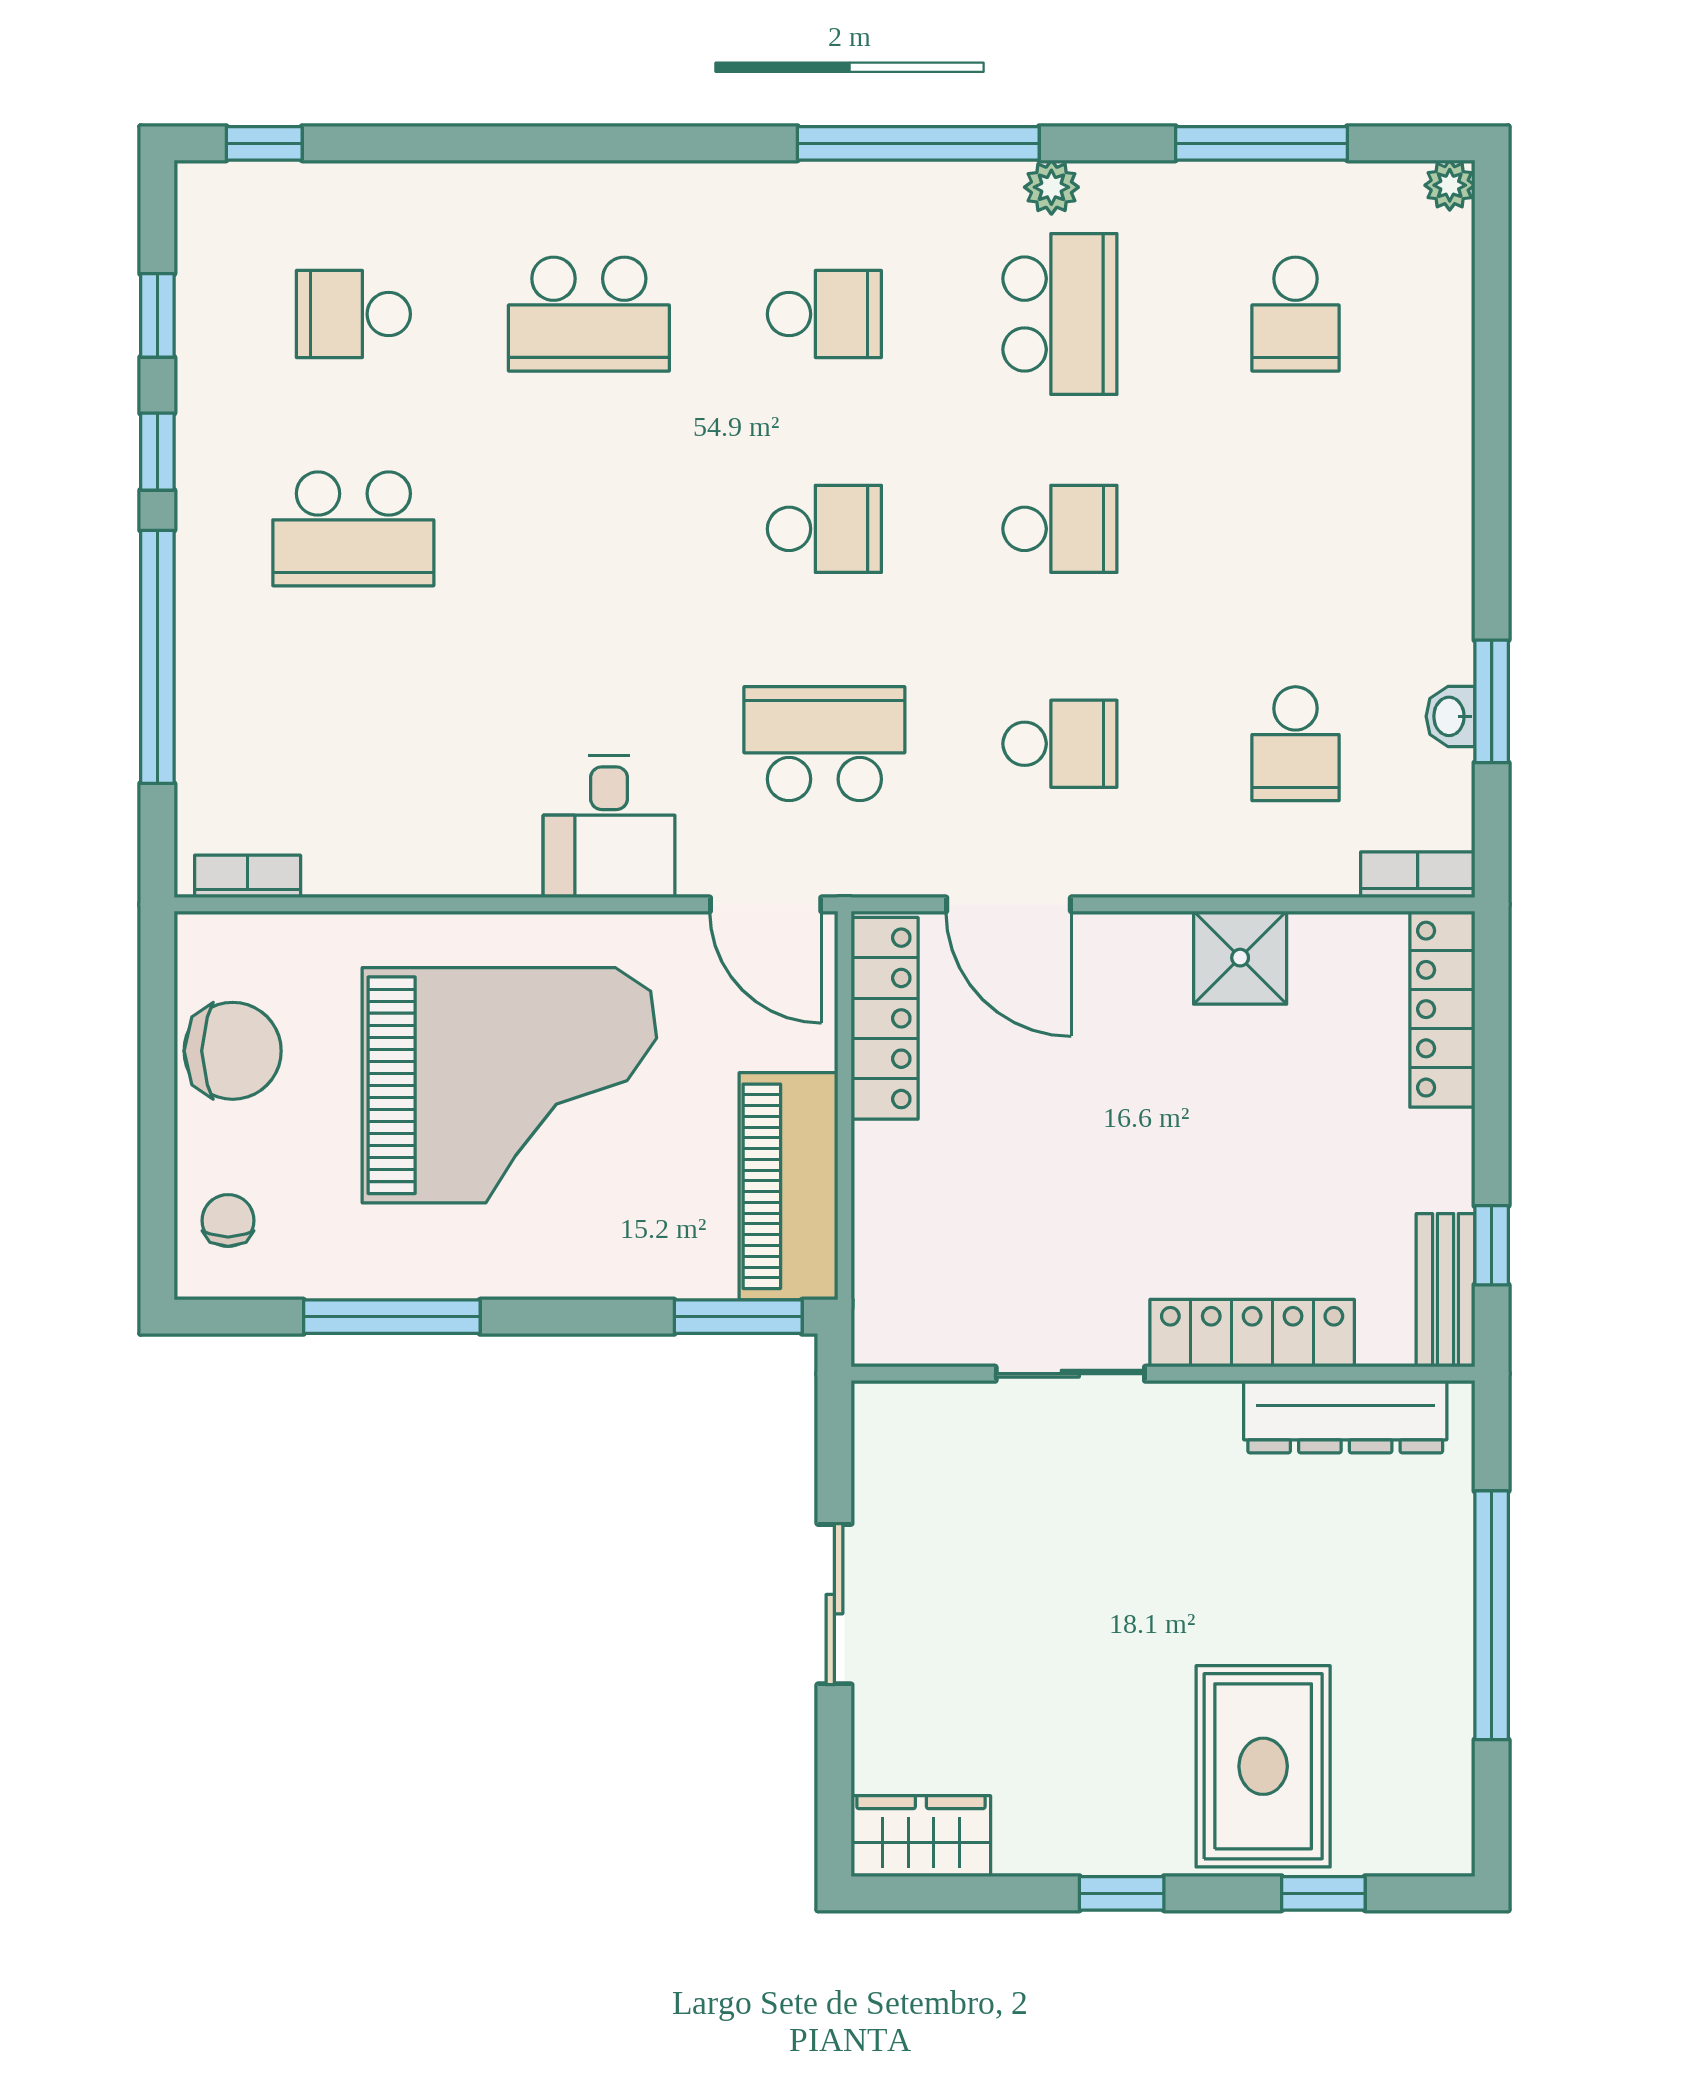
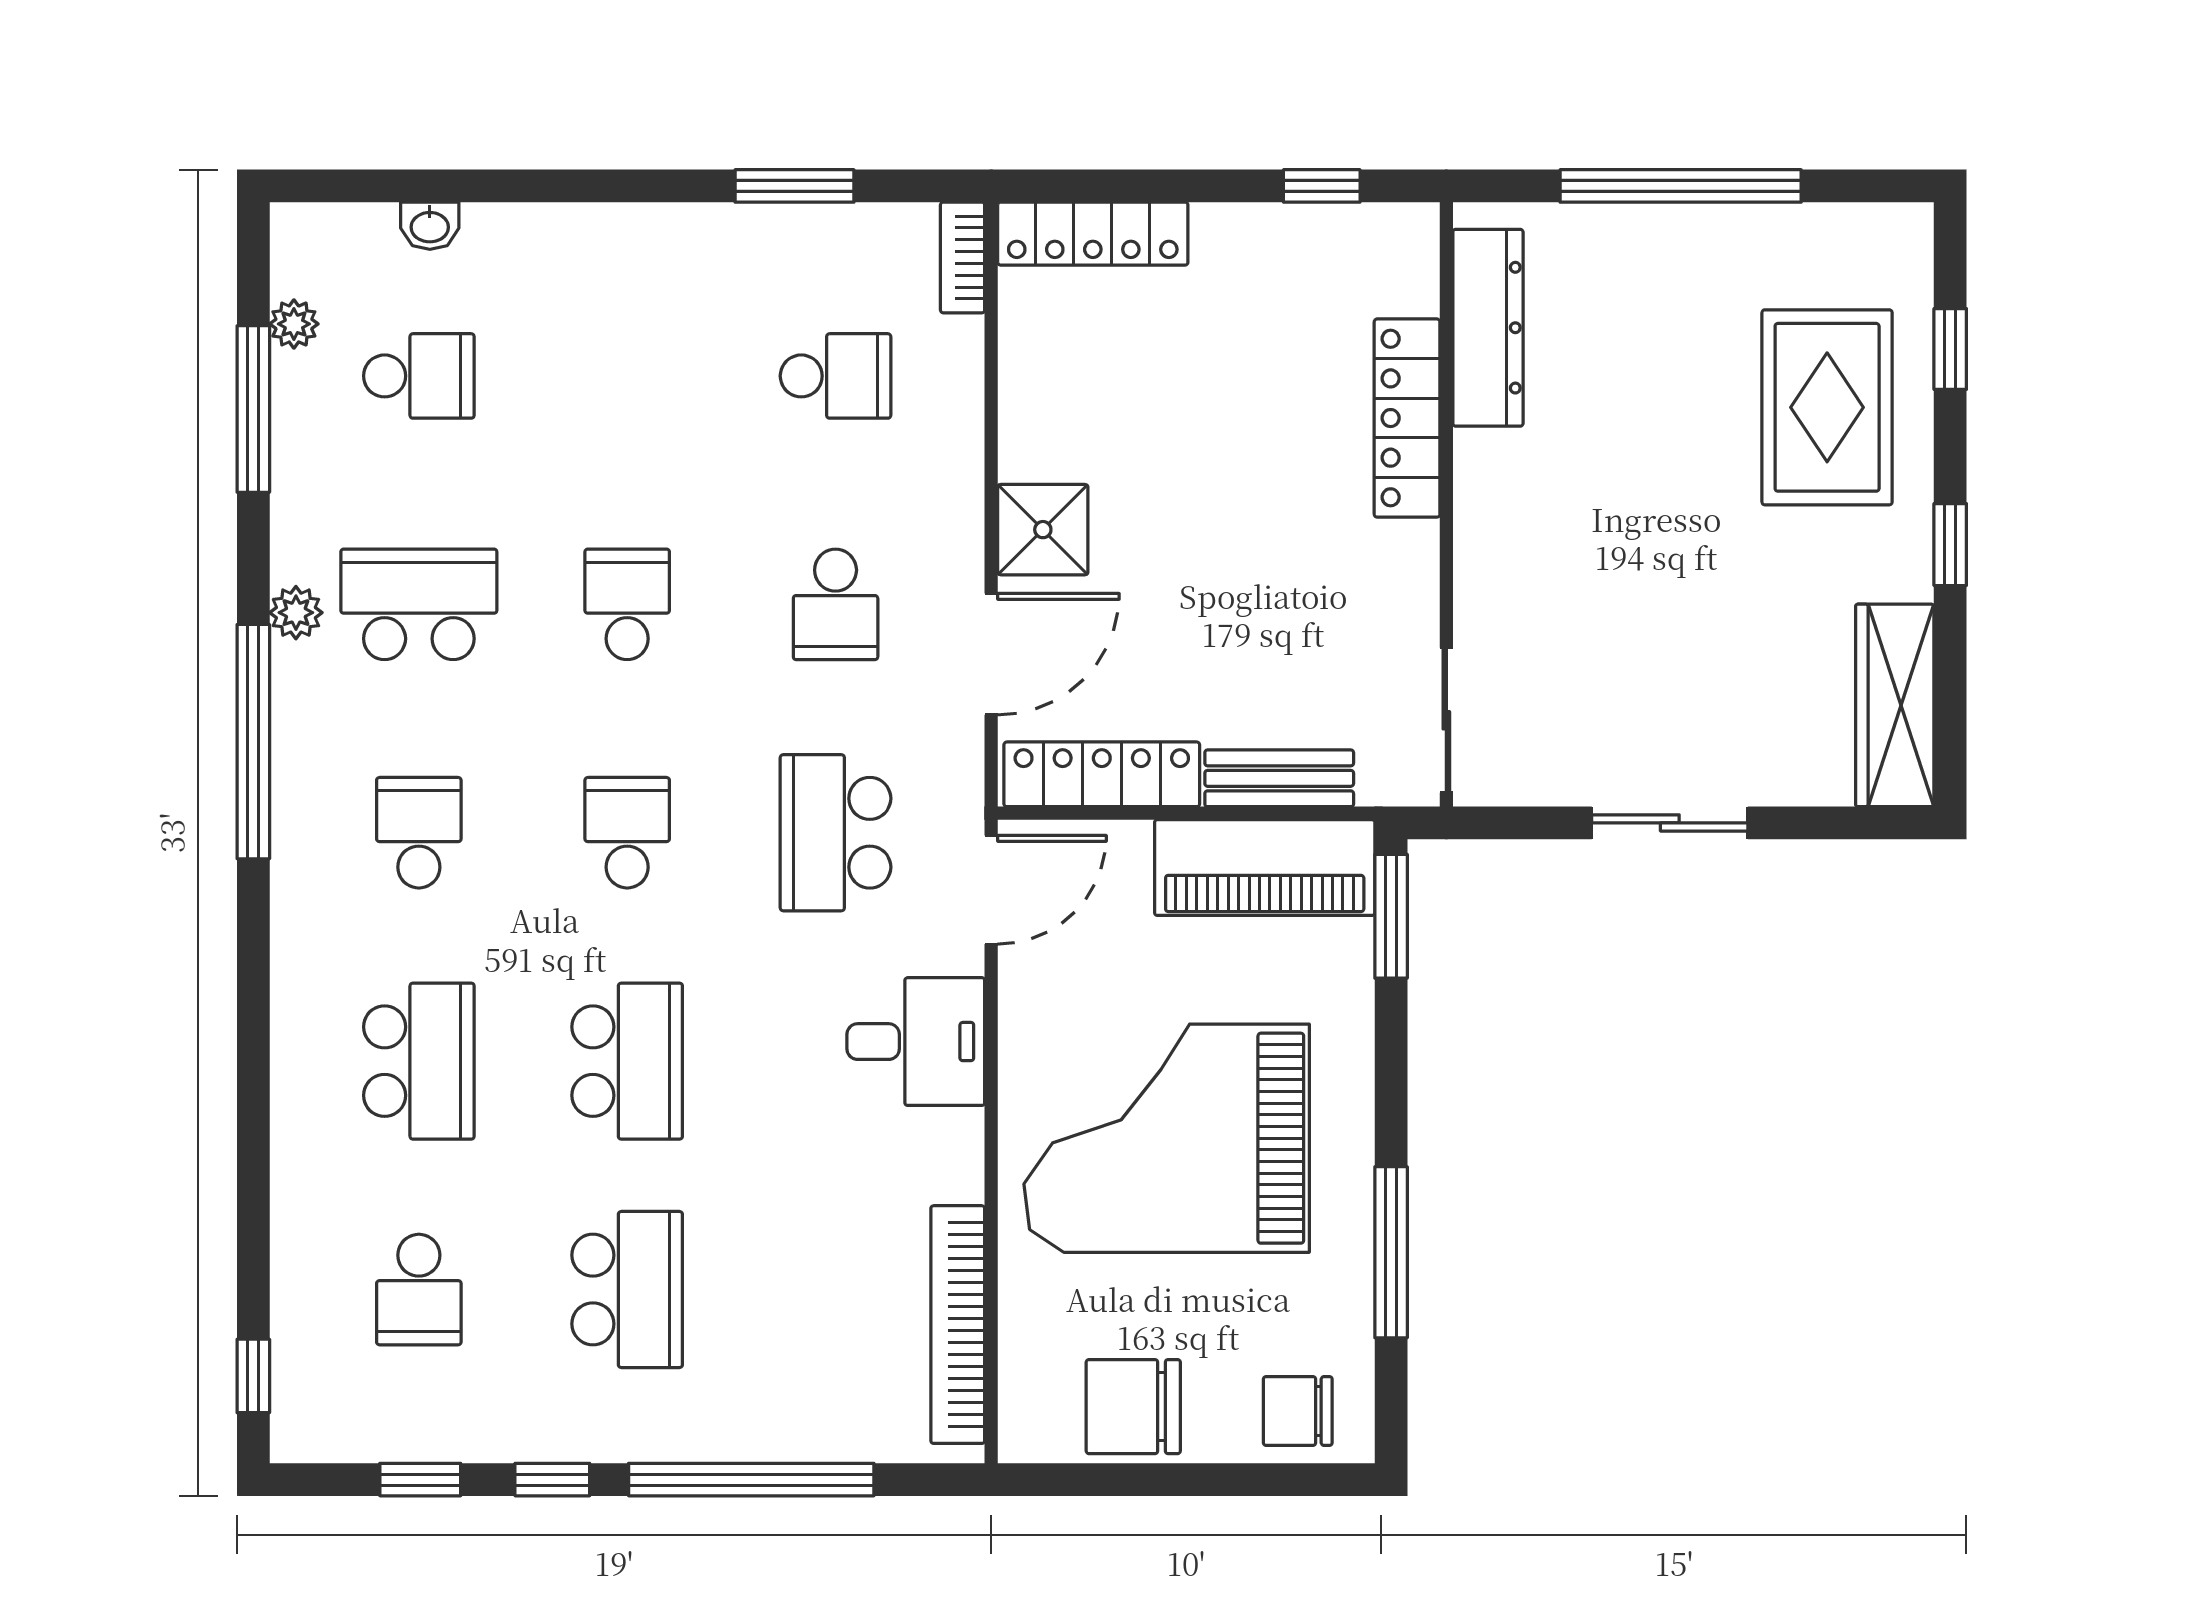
plant: (1450, 185) -> (294, 324), moved
school desk: (589, 529) -> (627, 1061), added
washbasin: (1450, 716) -> (430, 226), moved
school desk: (1060, 744) -> (836, 604), turned 180
bookcase: (248, 876) -> (958, 1325), width x2.31, depth x1.31
shower: (1240, 958) -> (1043, 530), moved
chair: (233, 1051) -> (1133, 1407), turned -90
grand piano: (509, 1085) -> (1167, 1138), turned -90
chair: (228, 1220) -> (1298, 1411), width x1.37, depth x1.37
bench: (1445, 1290) -> (1279, 778), moved
sliding door: (1070, 1374) -> (1446, 720), moved
rug: (1263, 1766) -> (1827, 407), turned 90
wardrobe: (921, 1836) -> (1895, 705), width x1.50

